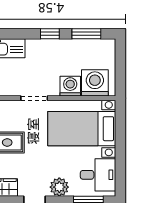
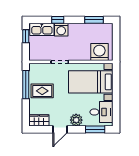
window: (50, 34) -> (58, 20), moved
washing machine: (70, 86) -> (61, 30), moved, turned 180

